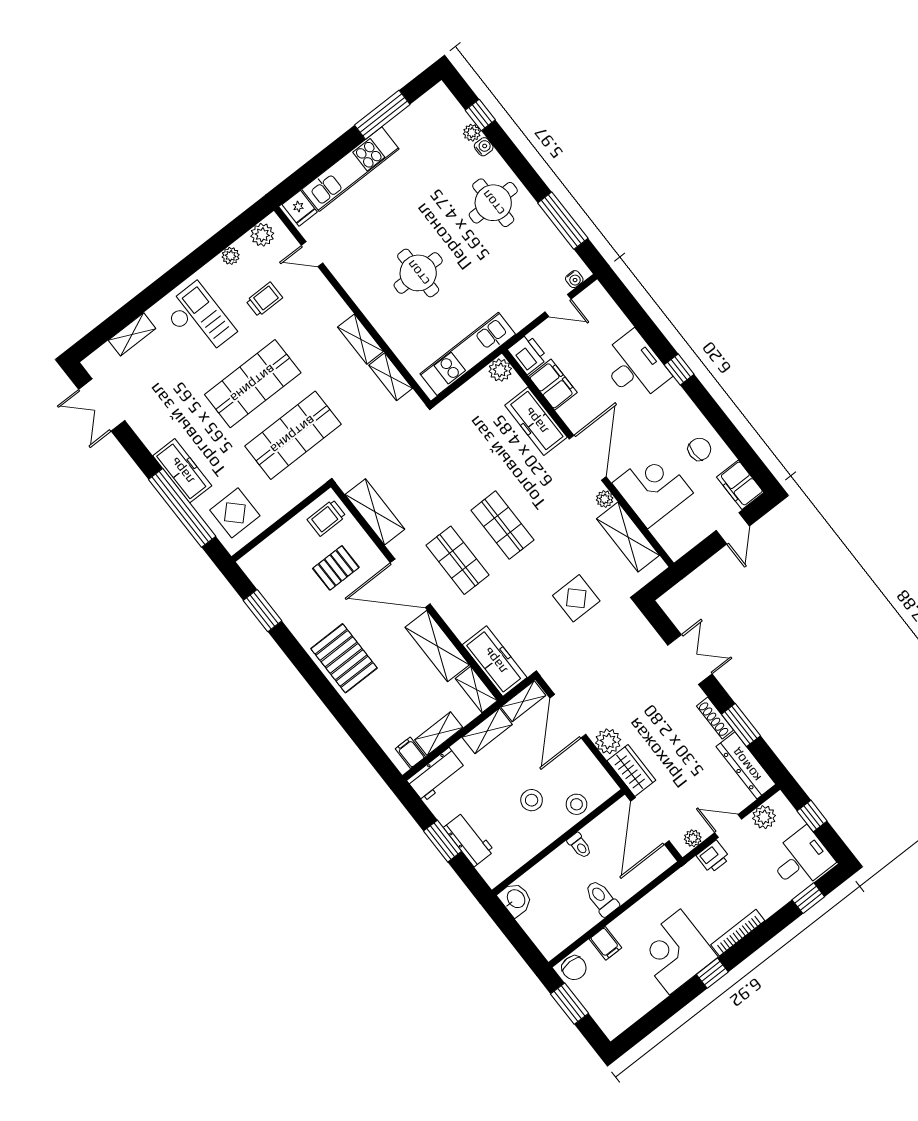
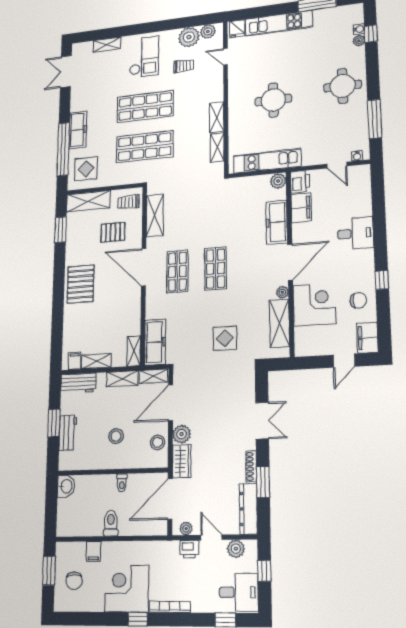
water cooler: (484, 147) -> (359, 29), moved
plant: (231, 256) -> (189, 37), width x1.88, depth x1.88
desk: (635, 367) -> (355, 233), width x0.73
window: (679, 370) -> (382, 280), moved
shelving: (437, 646) -> (88, 201), moved, turned 90
stool: (576, 804) -> (158, 442), moved
chair: (574, 968) -> (74, 581), moved

